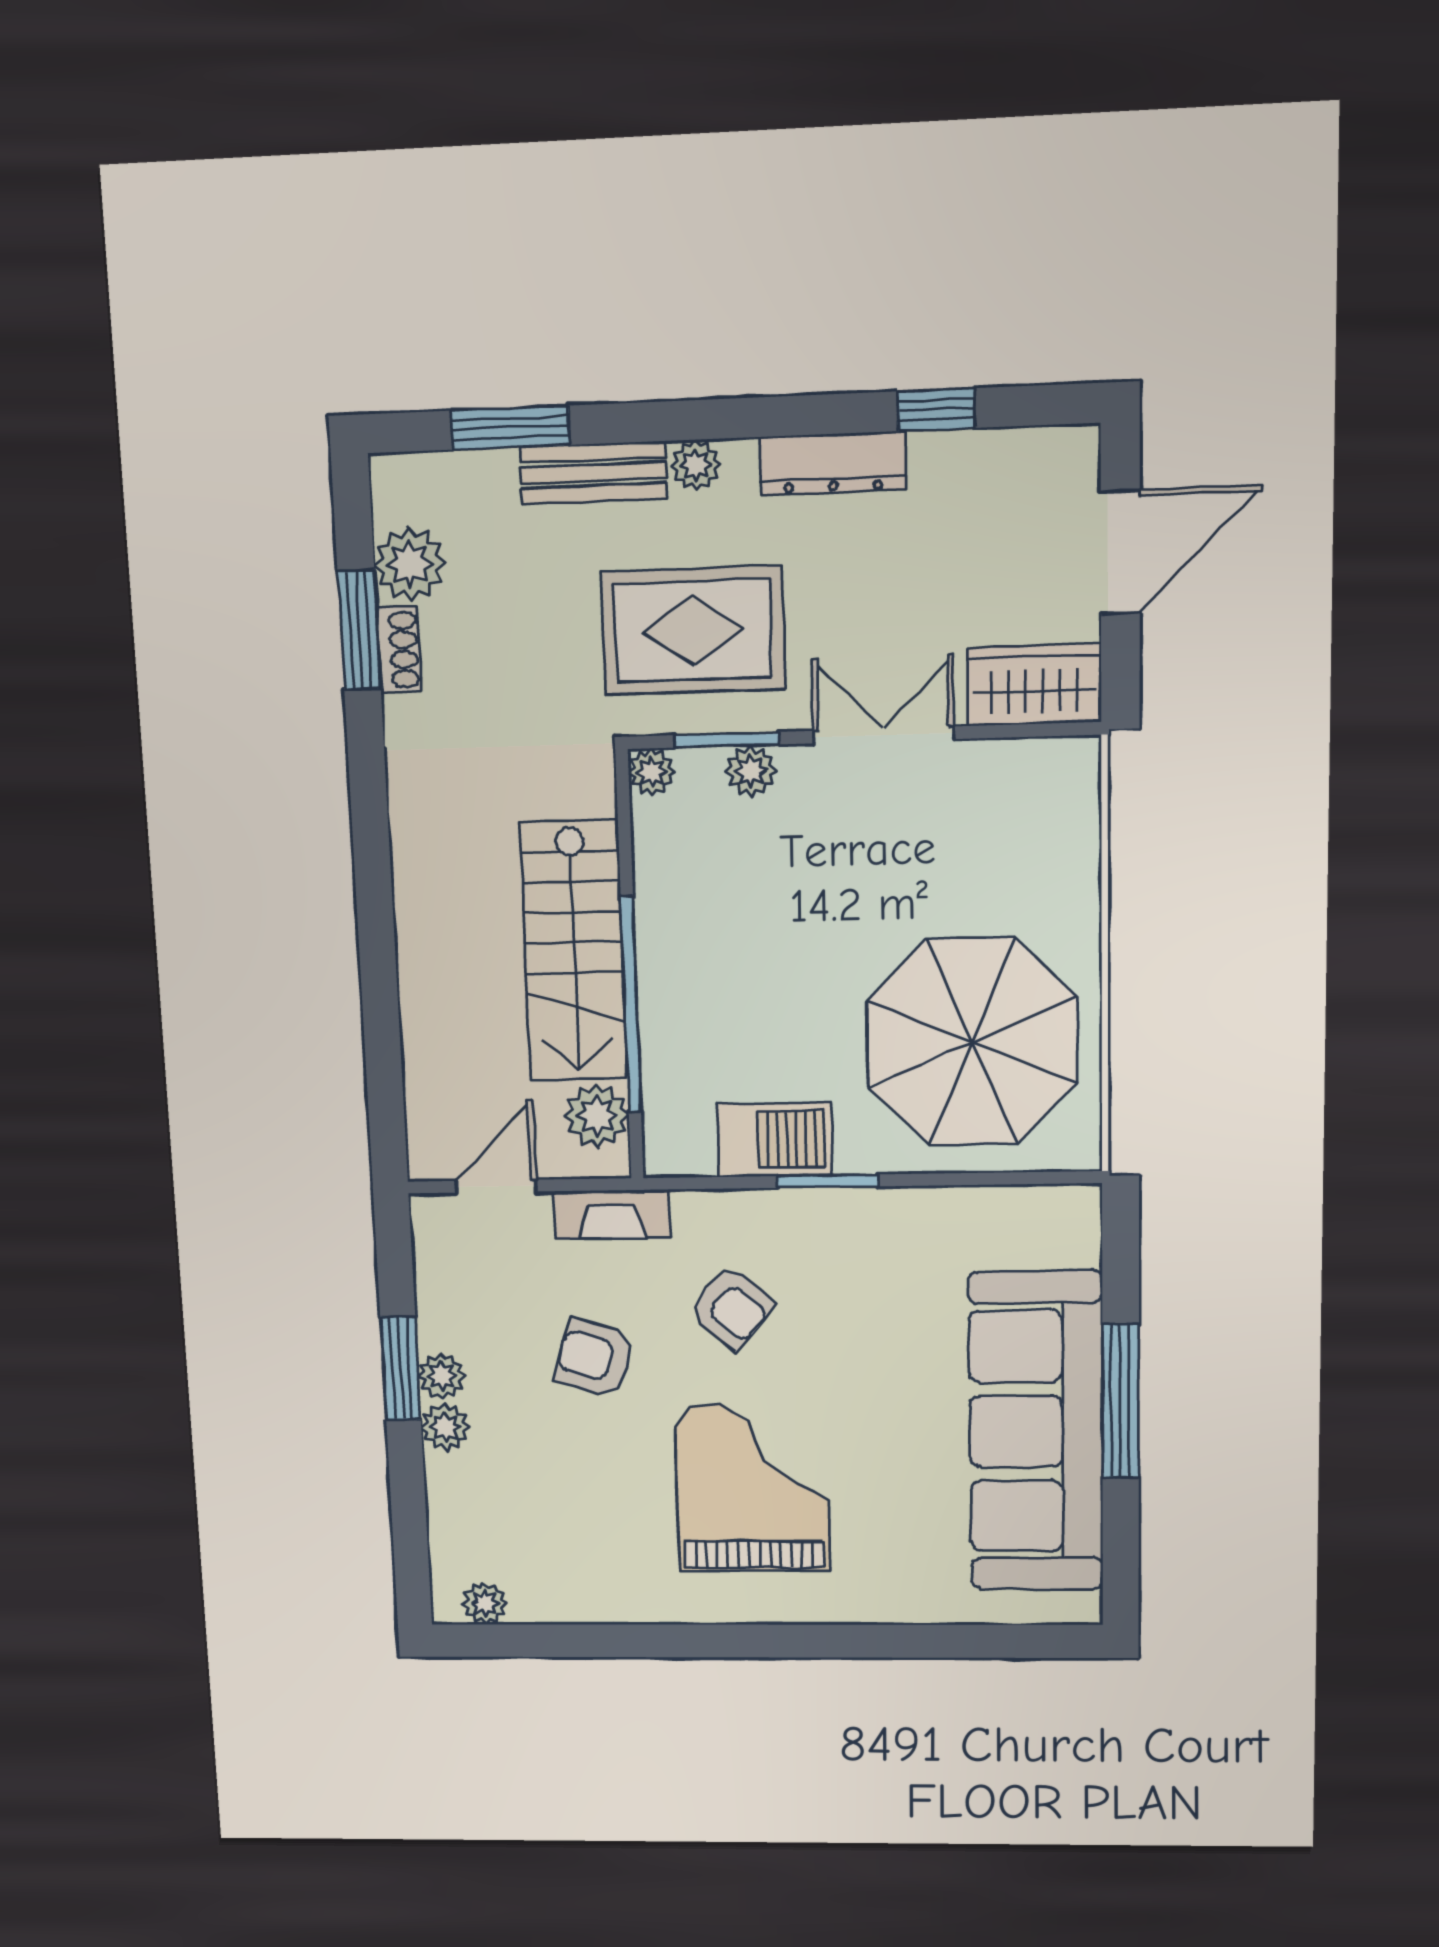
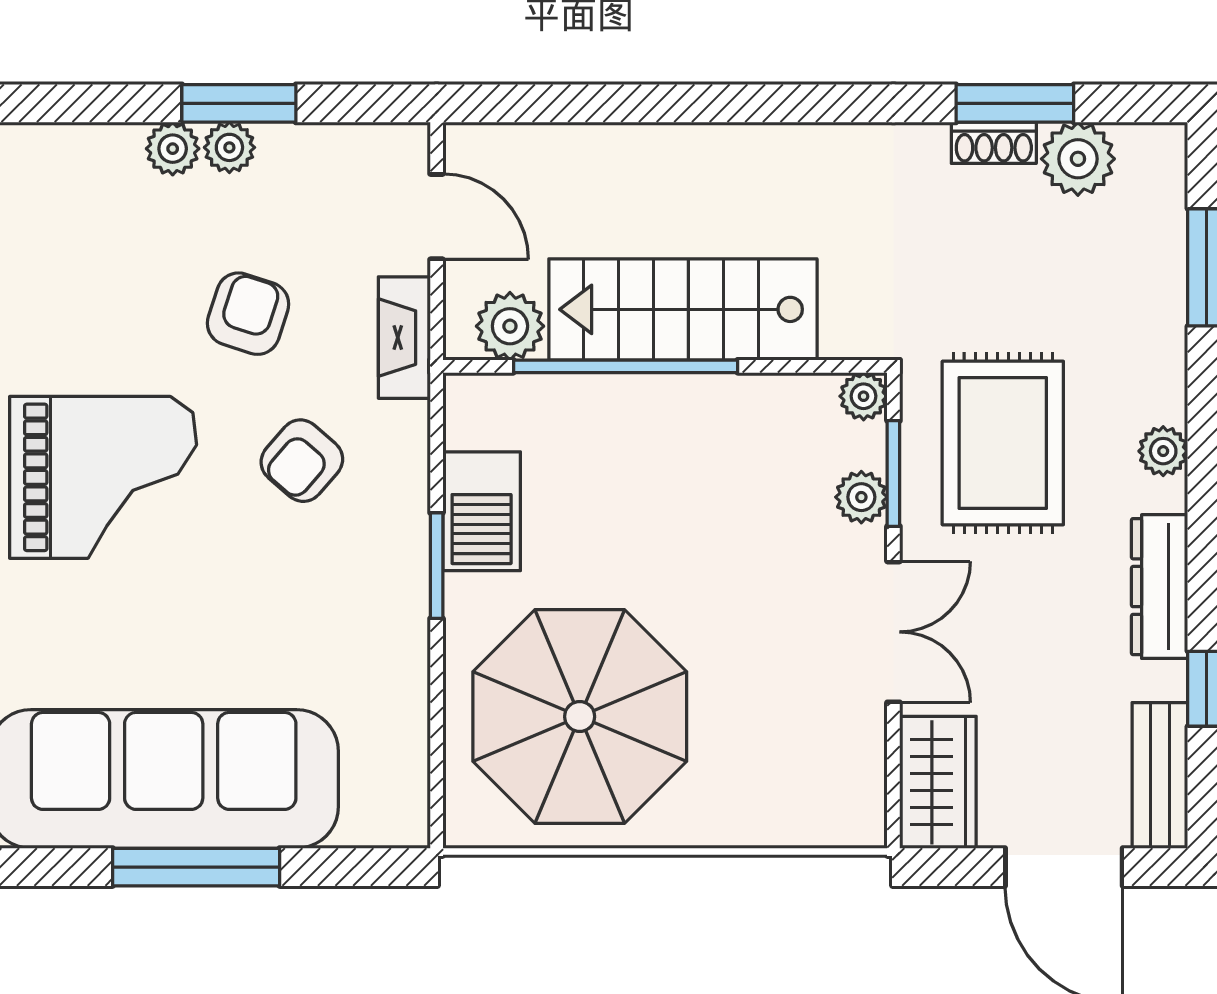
bench: (594, 473) -> (1160, 775), moved

